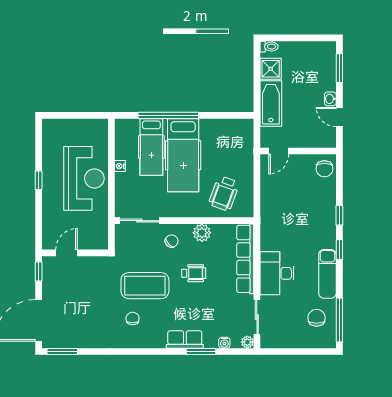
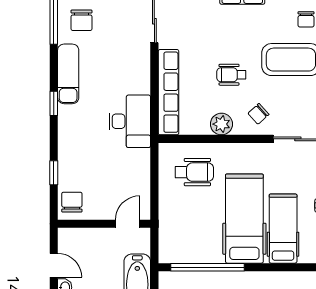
window: (168, 115) -> (208, 267), moved
wheelchair: (224, 193) -> (194, 172), turned 70
window: (339, 215) -> (54, 173), moved
desk: (277, 273) -> (130, 121), moved

